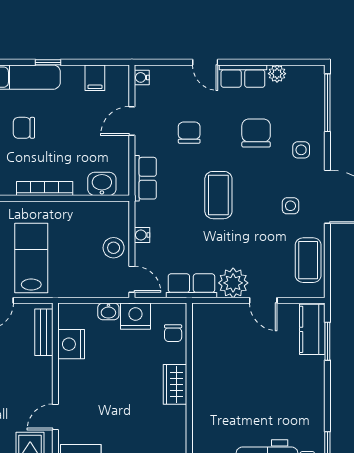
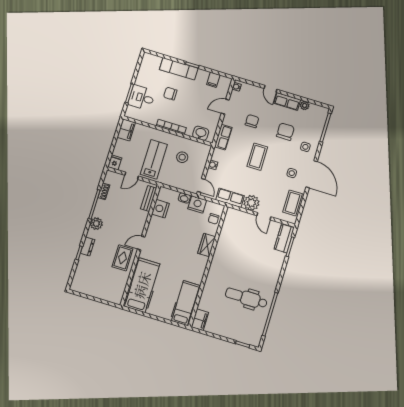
stool: (114, 248) -> (182, 157), moved

